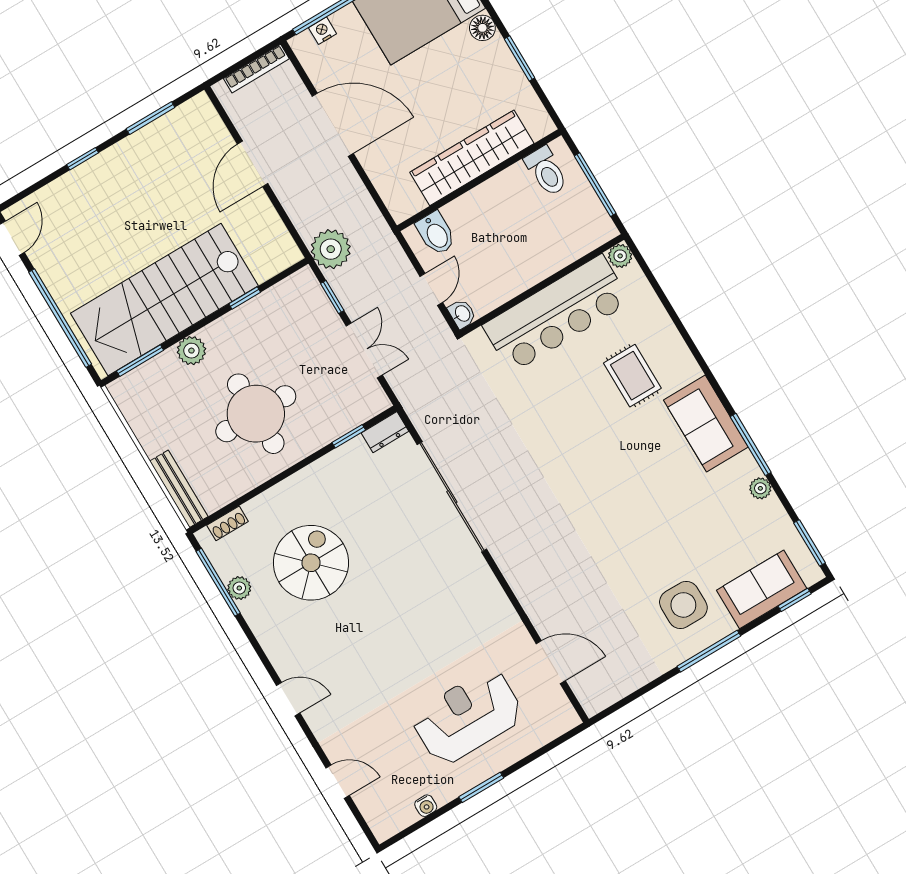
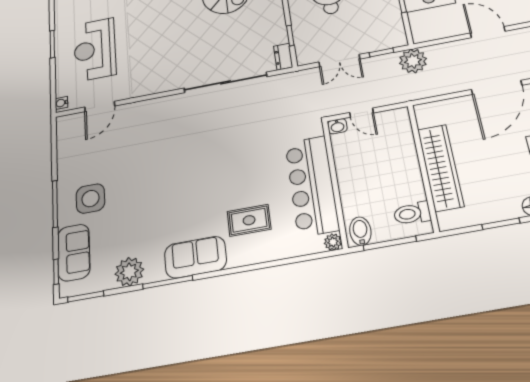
bidet: (436, 233) -> (360, 231), moved, turned 90
plant: (760, 488) -> (129, 272), width x1.88, depth x1.88
reception desk: (467, 717) -> (95, 49), turned 180
water cooler: (426, 806) -> (61, 103), moved

